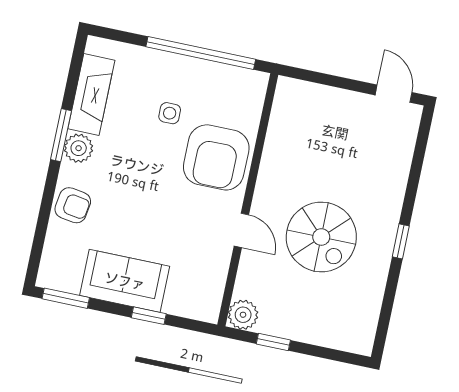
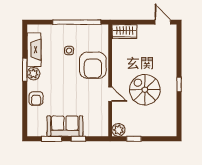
wardrobe: (303, 97) -> (125, 32), added
armchair: (73, 205) -> (36, 99), turned 81
spiral stairs: (321, 237) -> (145, 90), turned 180
window: (66, 298) -> (52, 139), moved

